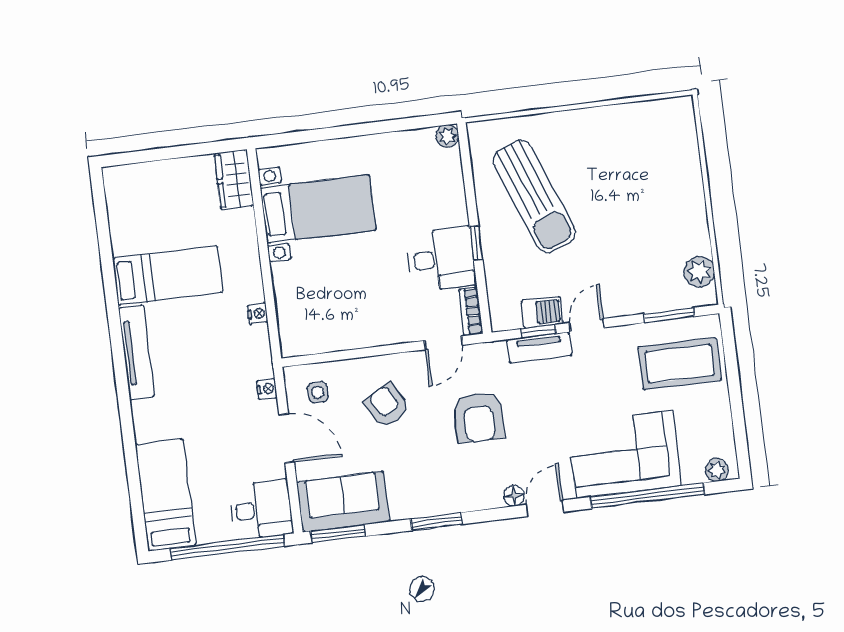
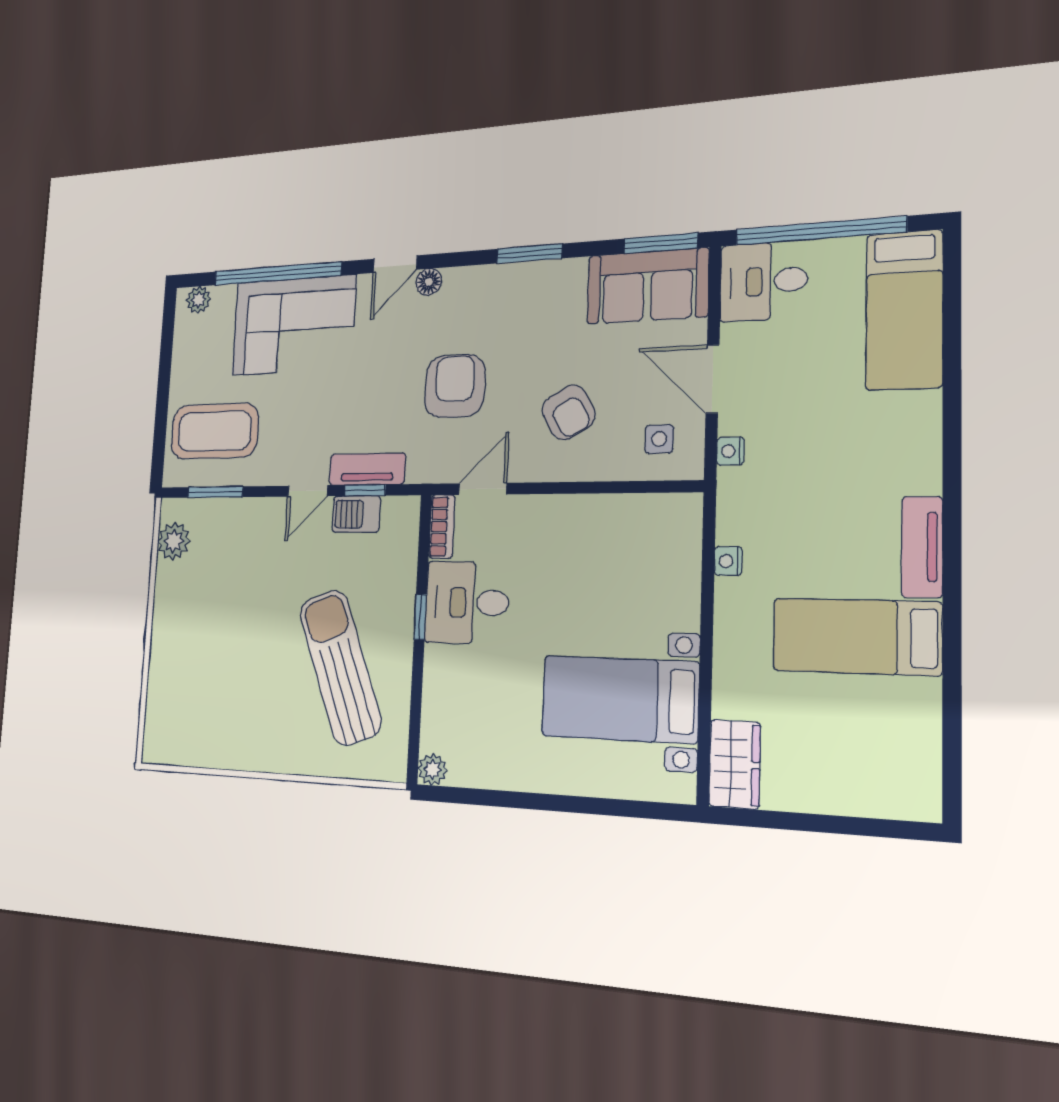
tv unit: (136, 352) -> (922, 547), width x0.71

